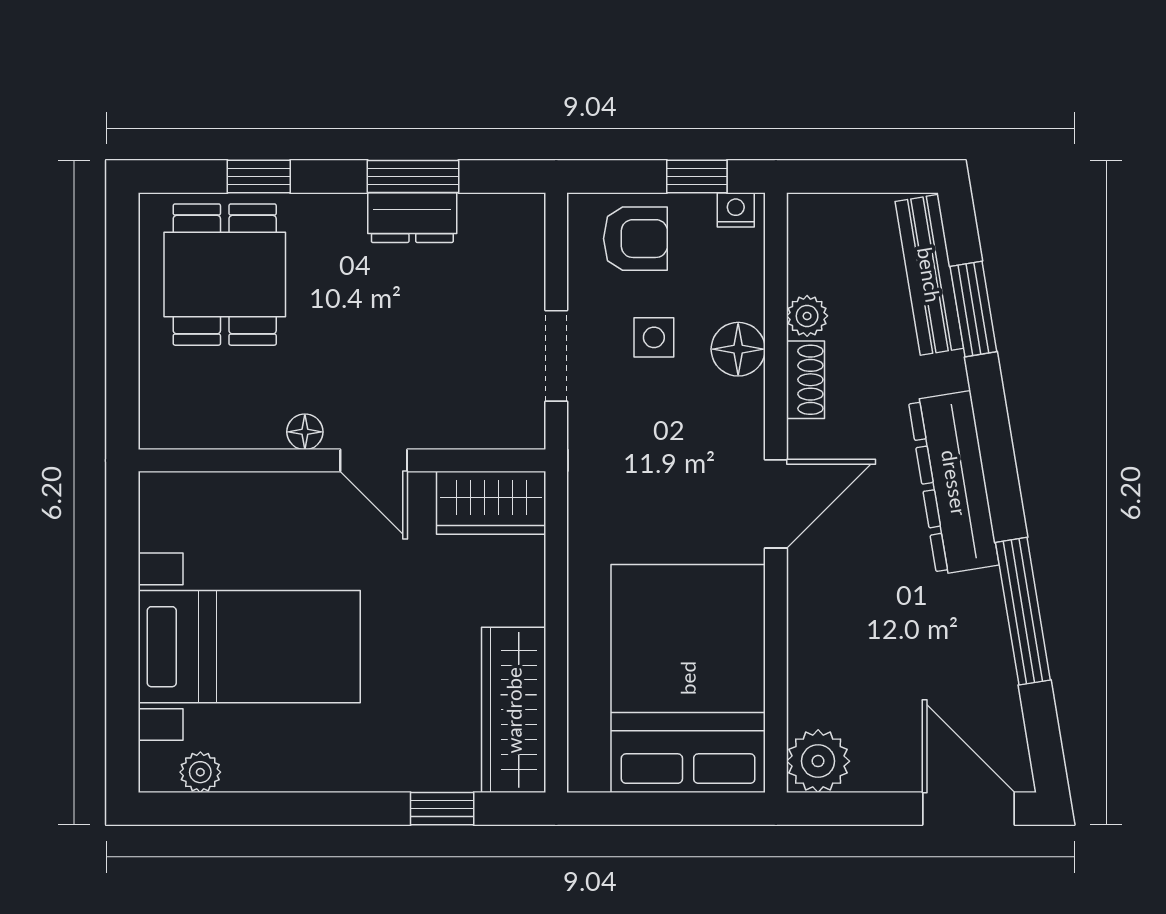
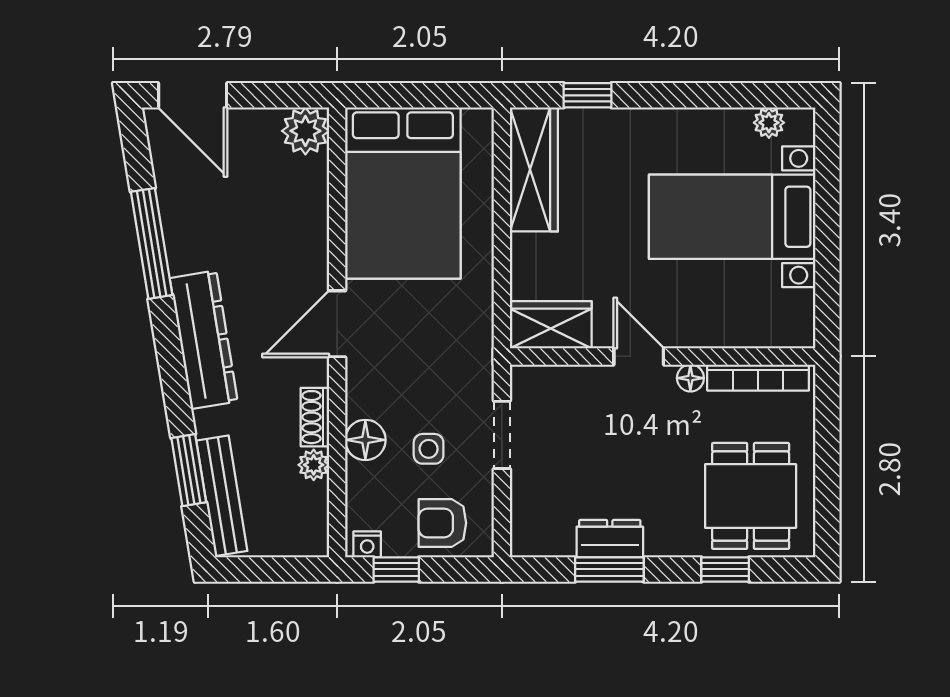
bookcase: (215, 432) -> (758, 378), added

